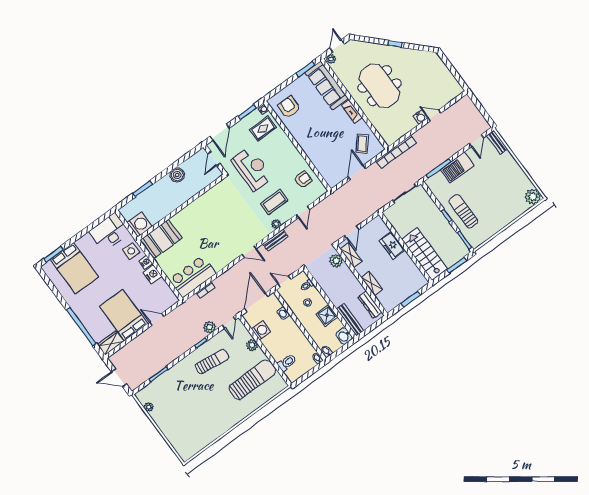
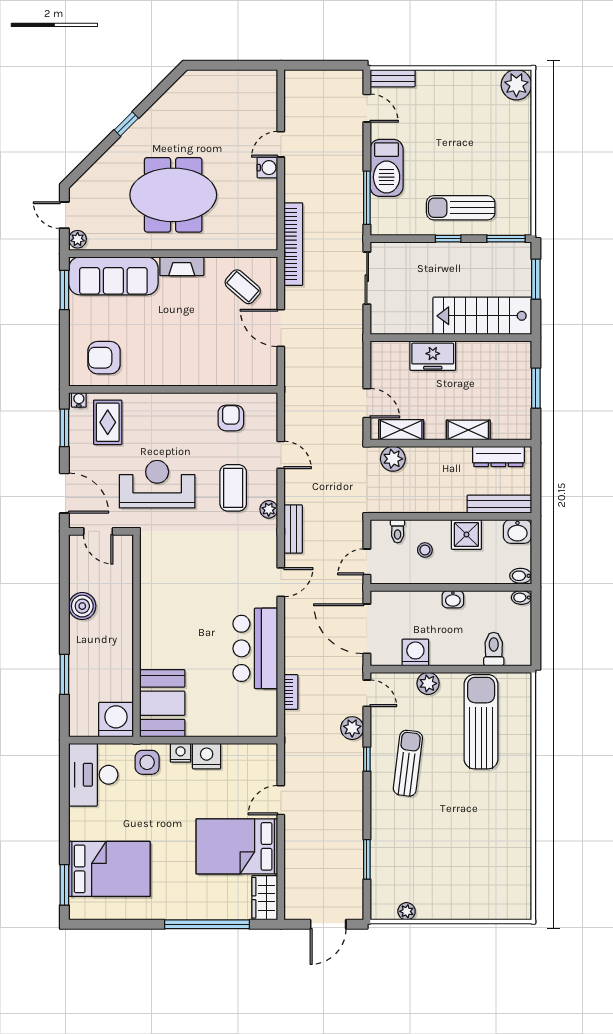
bar counter: (193, 276) -> (255, 648), moved
washbasin: (283, 313) -> (453, 599), moved

